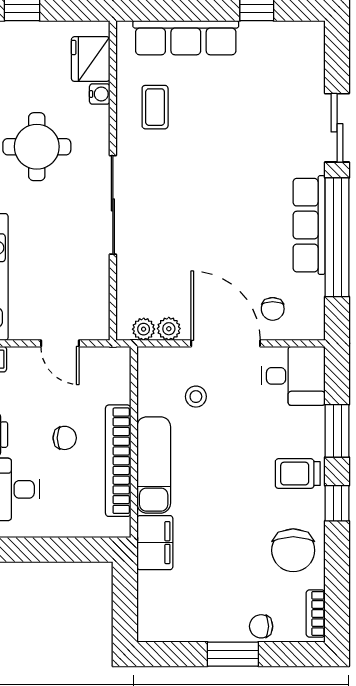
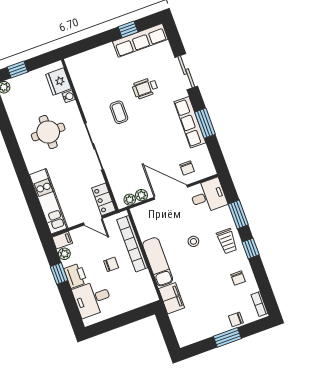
row of seats: (186, 38) -> (140, 40), moved
coffee table: (155, 107) -> (119, 112), moved
wheelchair: (249, 130) -> (145, 88), added
window: (337, 237) -> (205, 123), width x0.47
locker: (95, 311) -> (104, 199), added
stool: (196, 397) -> (193, 241), moved
bookcase: (118, 461) -> (132, 244), moved
trolley: (298, 474) -> (227, 241), turned -90
chair: (293, 550) -> (238, 278), width x0.54, depth x0.54

